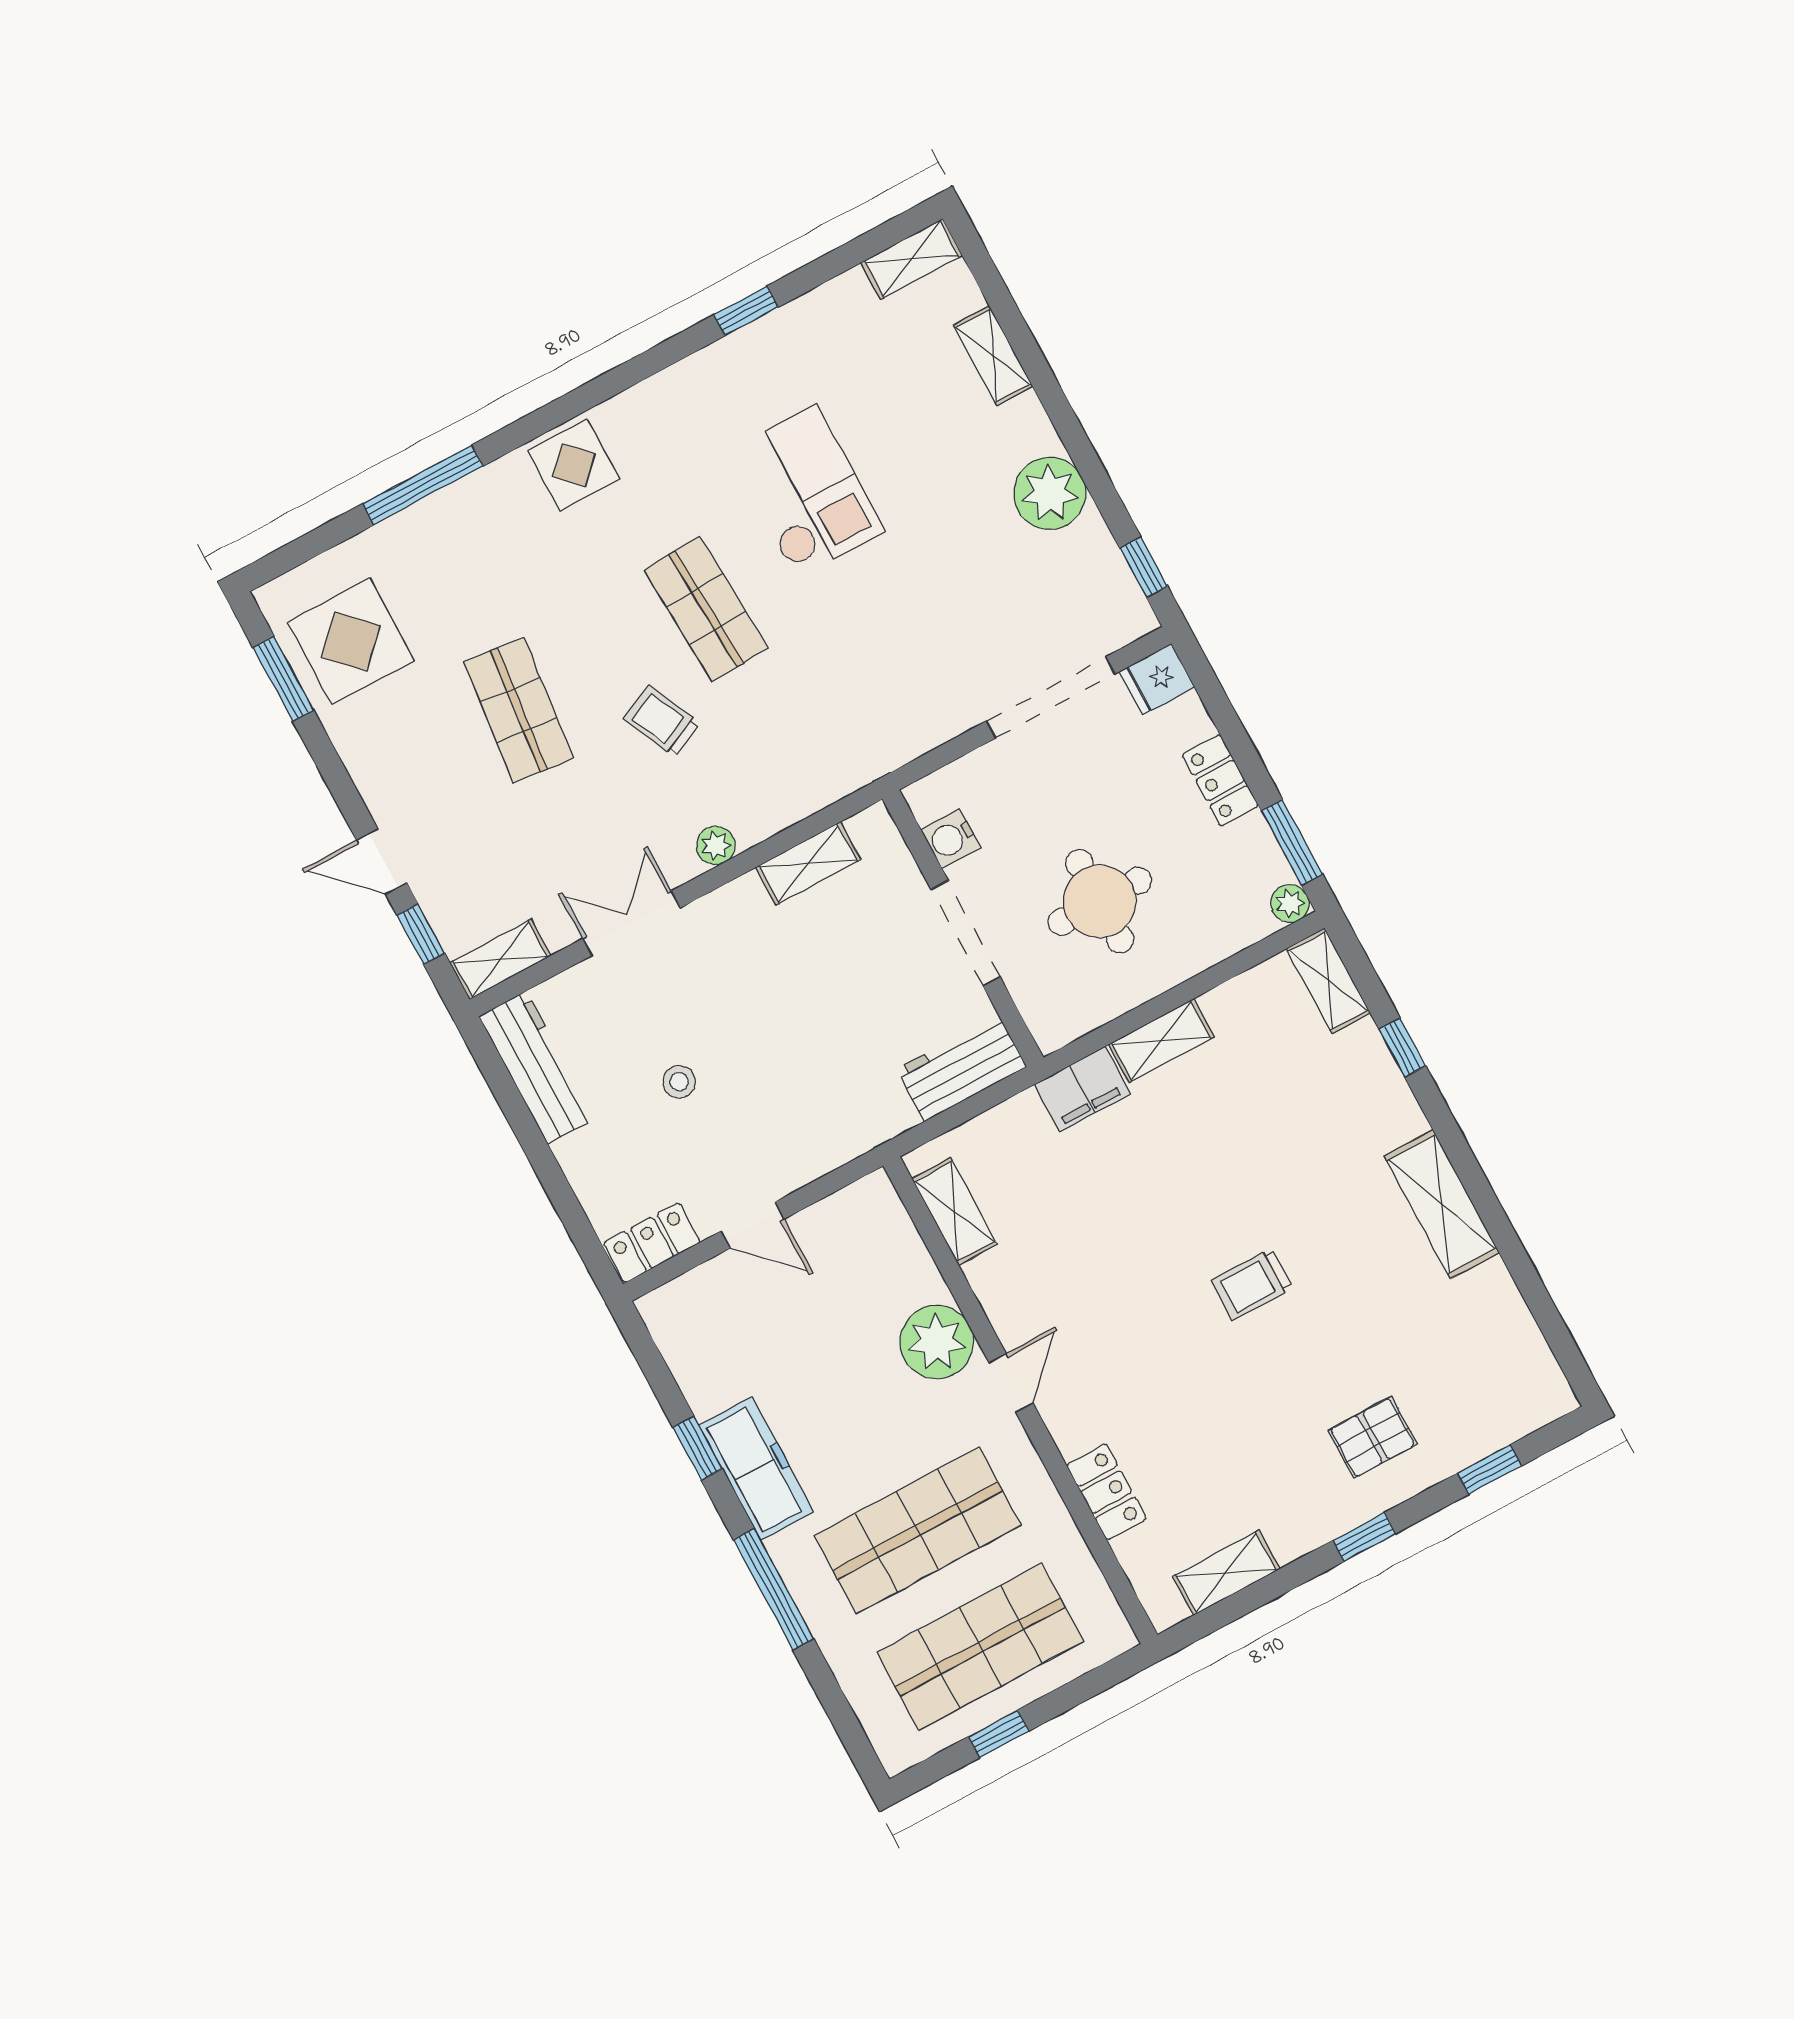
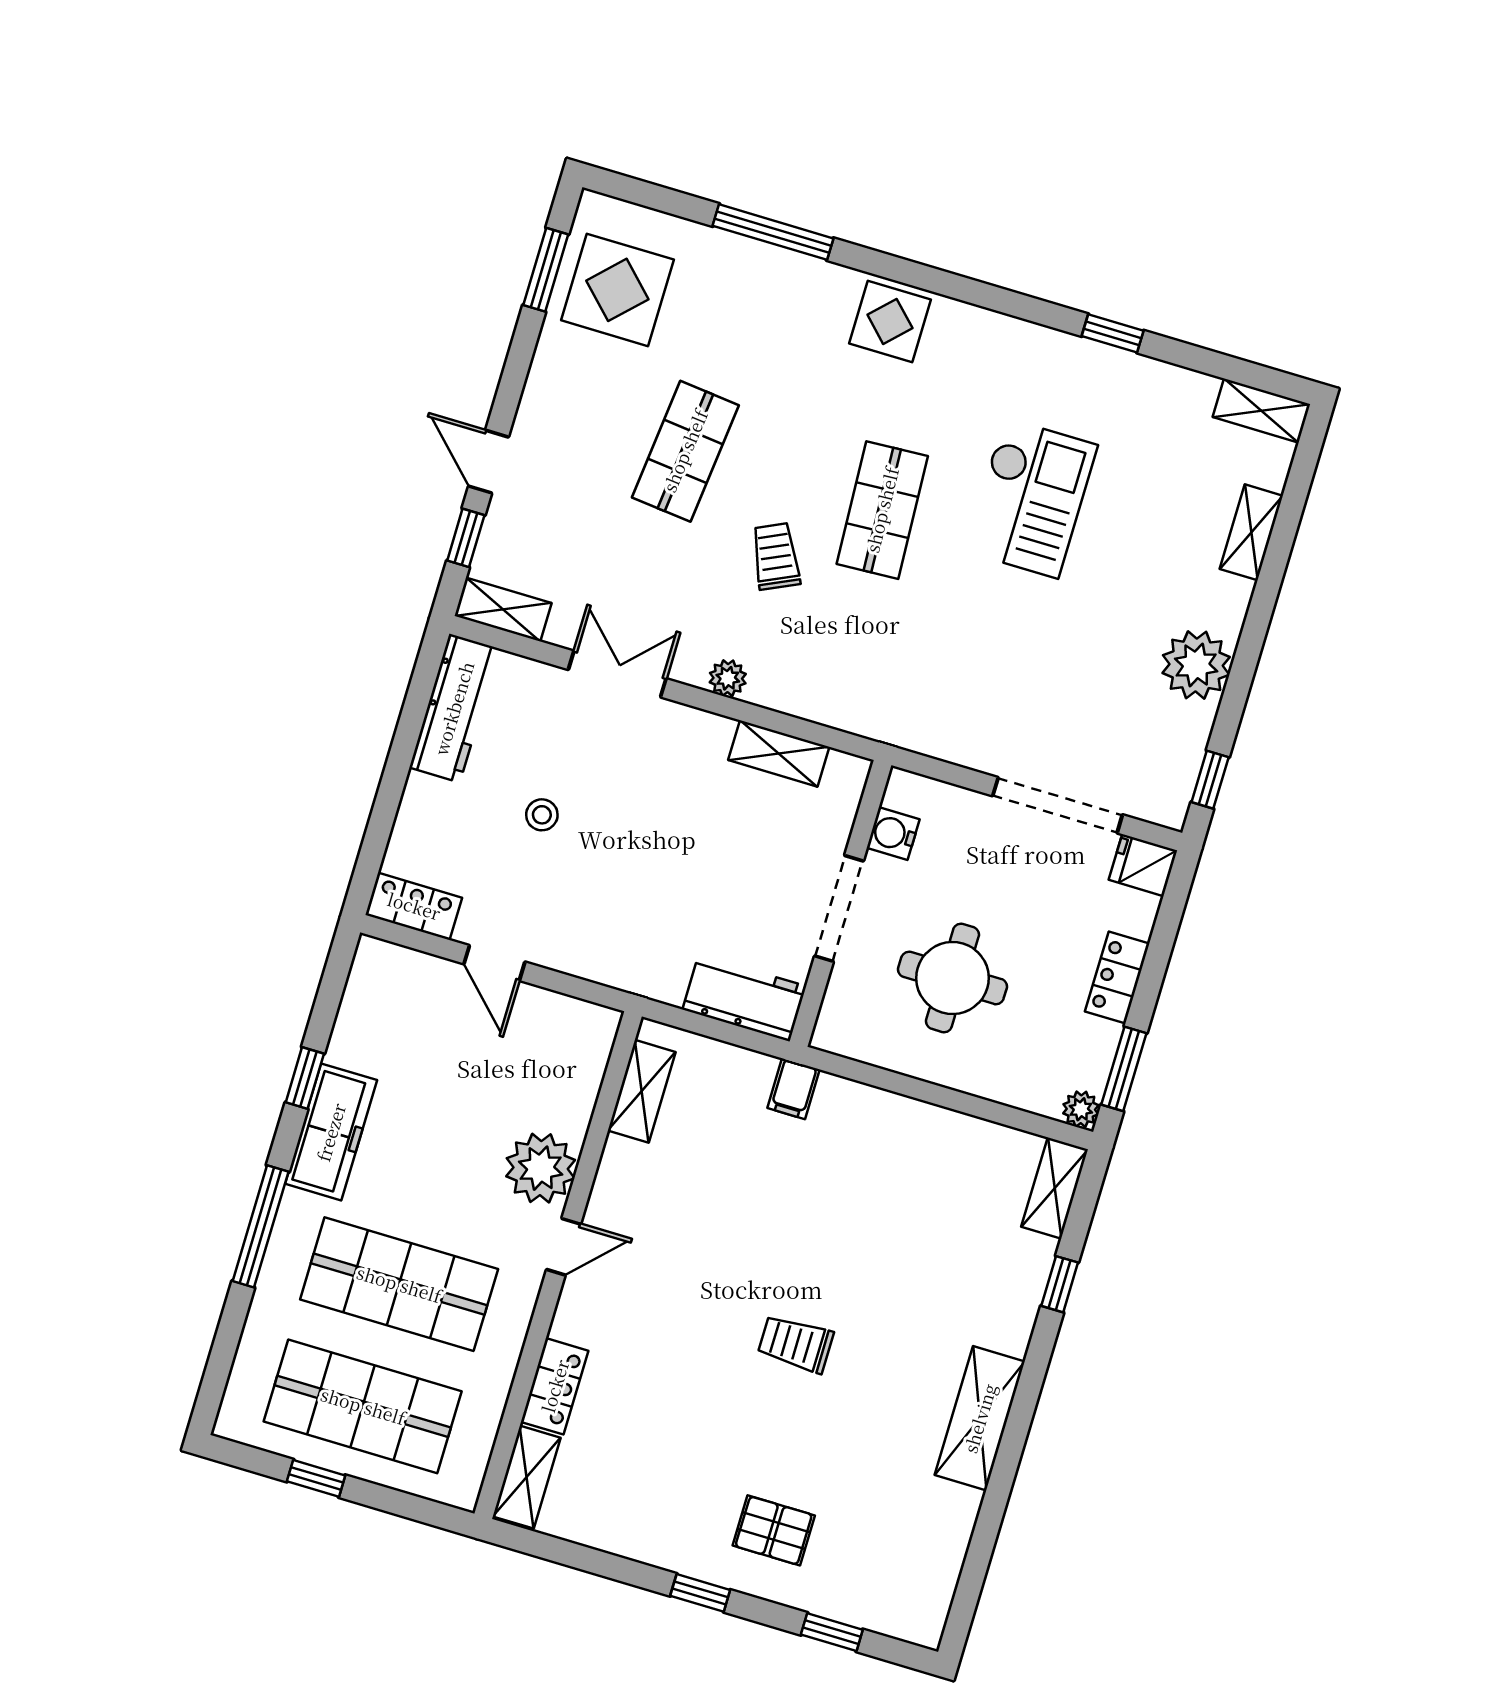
shelving: (1161, 1041) -> (899, 1115), removed
filing cabinet: (1082, 1089) -> (794, 1089), width x0.50
shelving: (1226, 1573) -> (527, 1477), moved, turned 90

